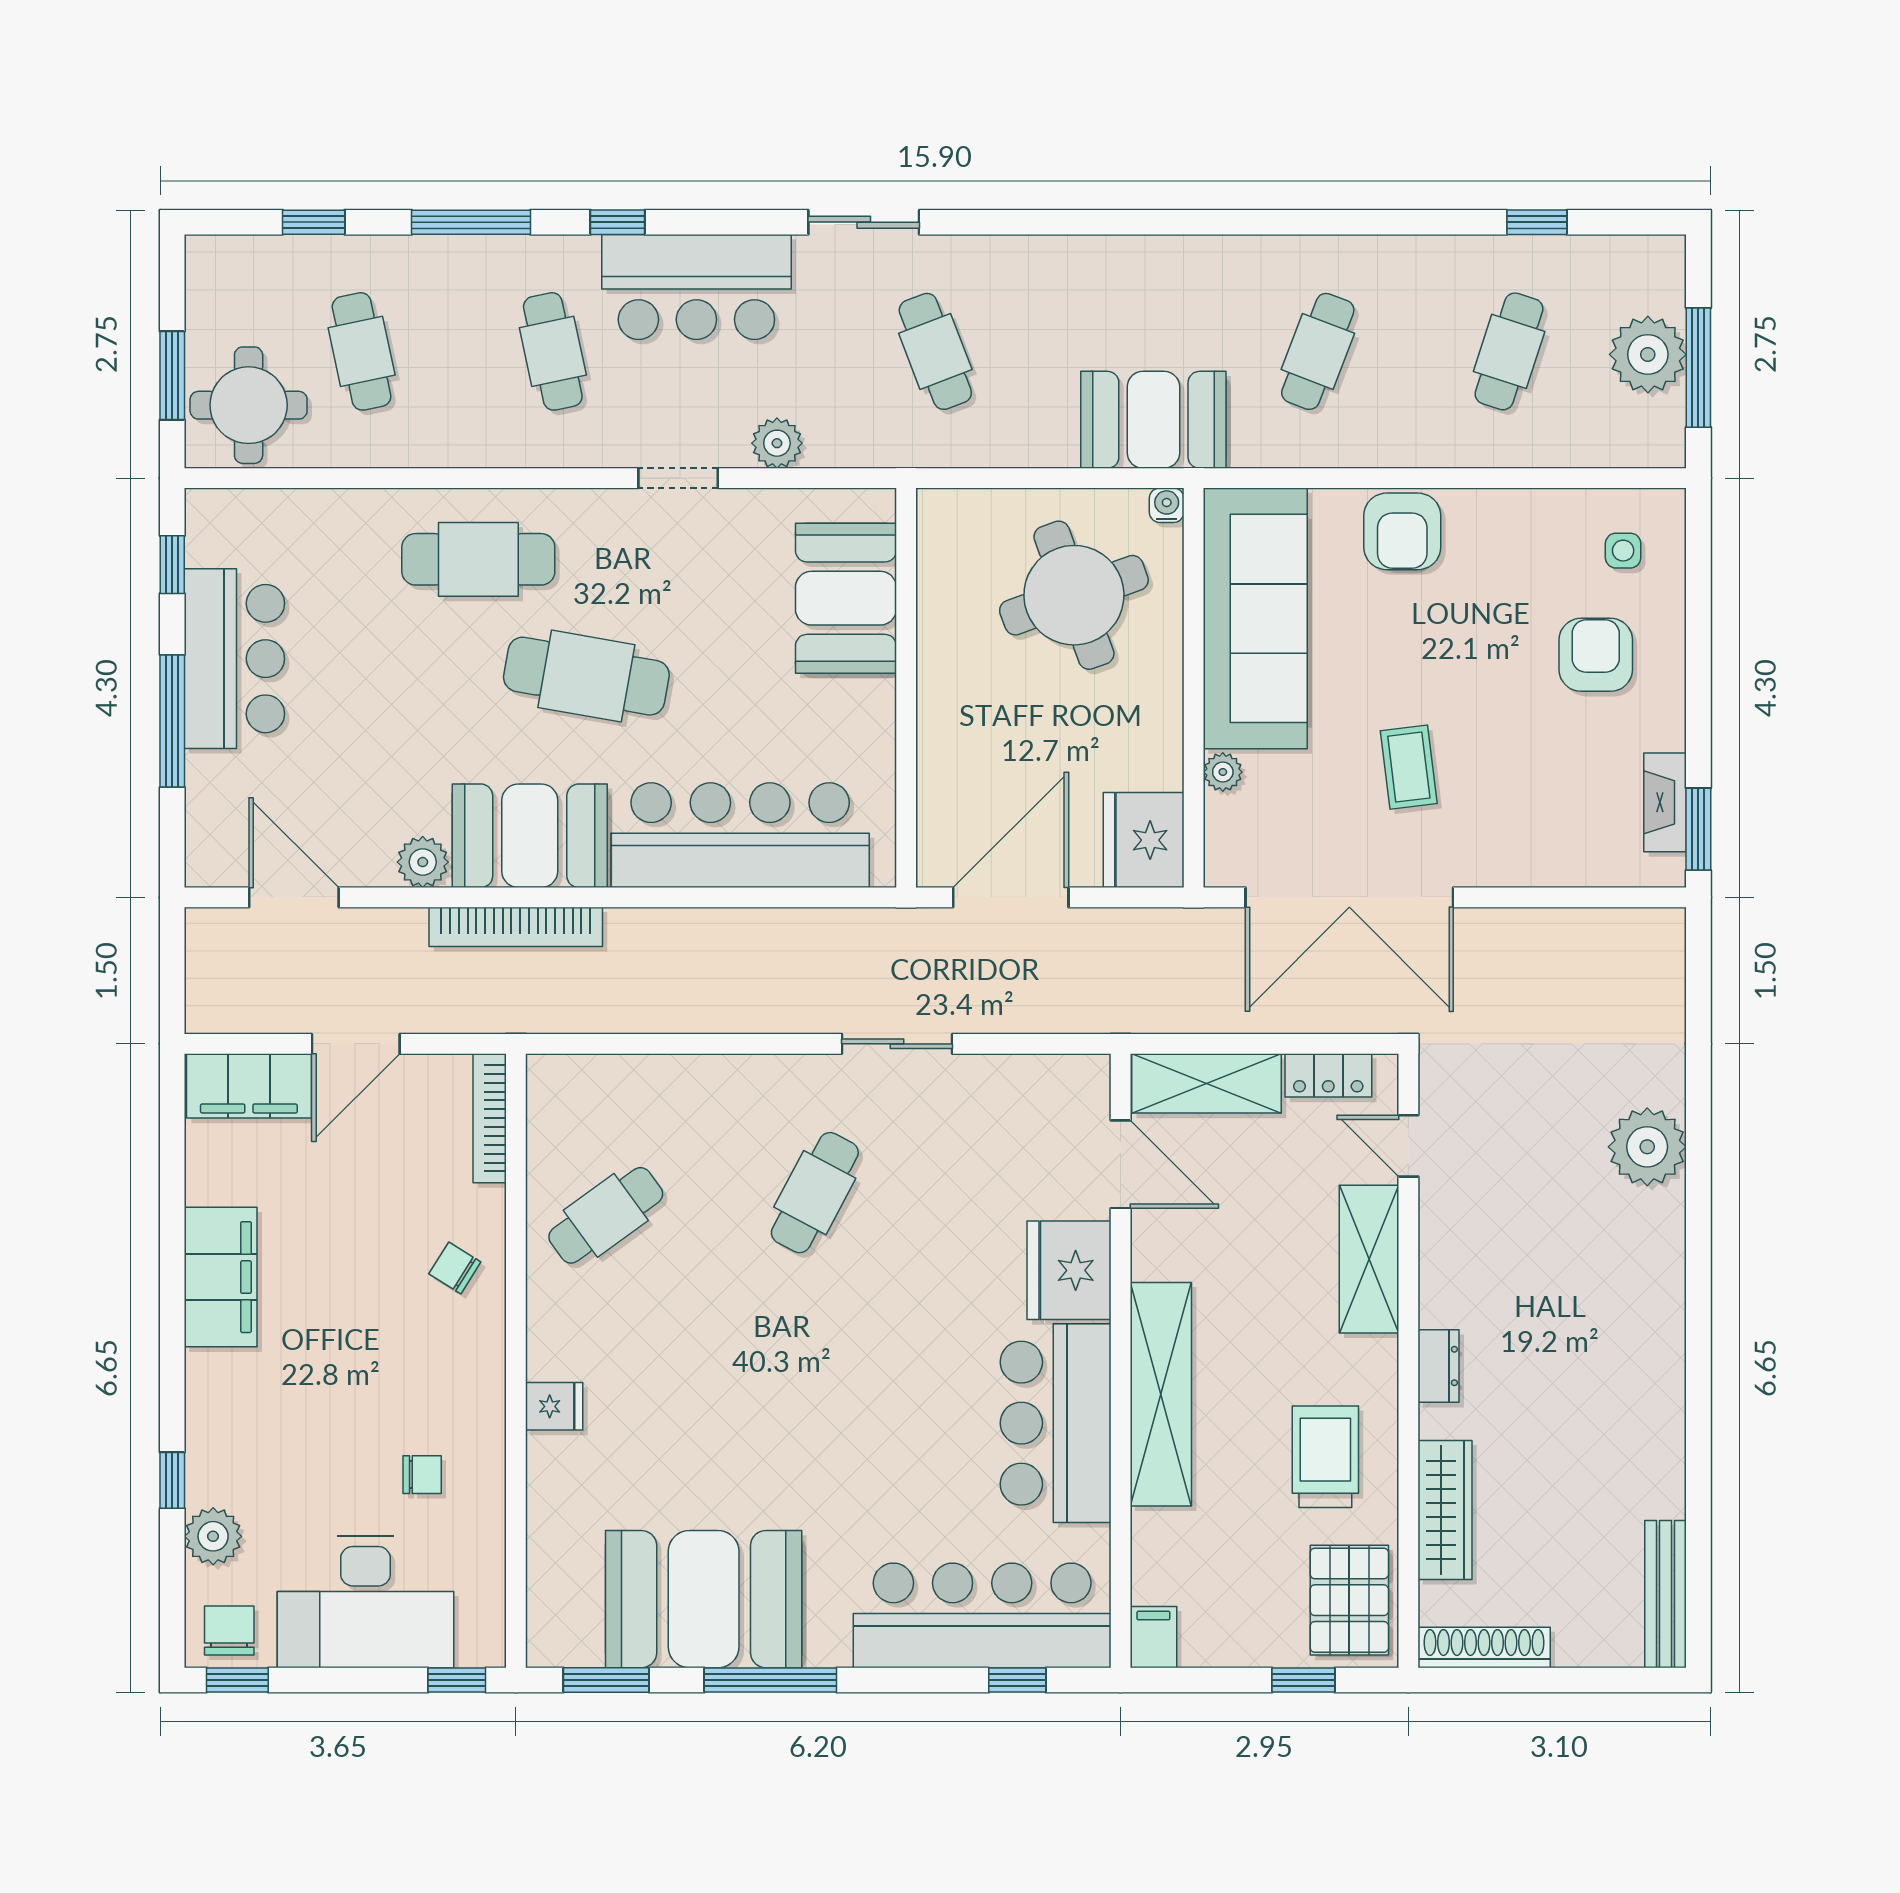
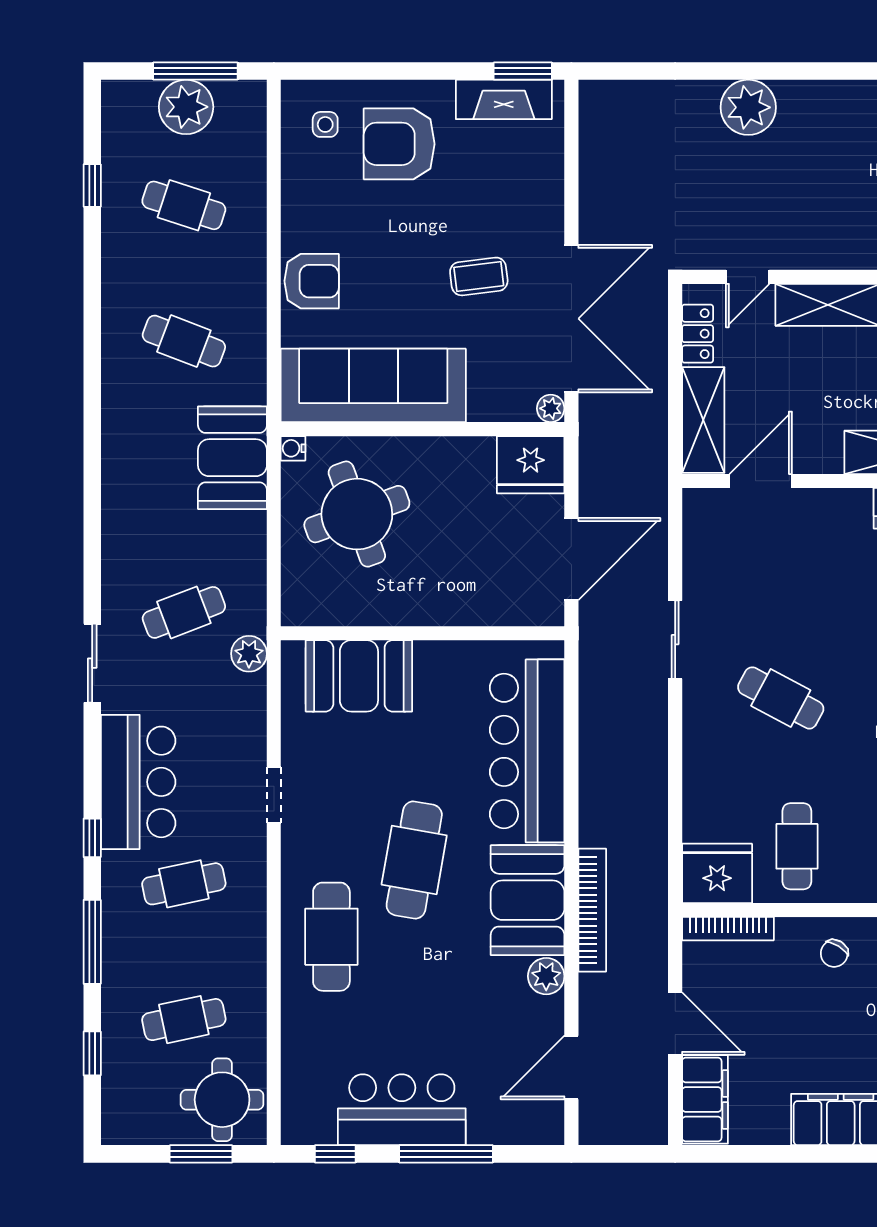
plant: (777, 443) -> (249, 654), moved
armchair: (1596, 655) -> (399, 144), width x1.36, depth x1.36
plant: (1223, 772) -> (551, 408), moved
fireplace: (1665, 802) -> (504, 99), width x1.37, depth x1.32
door: (1011, 897) -> (571, 559), swing flipped
cafe table: (606, 1215) -> (797, 846), turned 36
fridge: (1069, 1270) -> (717, 873), moved, turned 180

